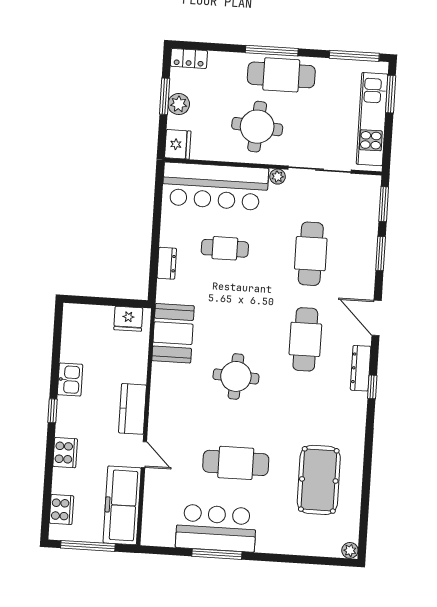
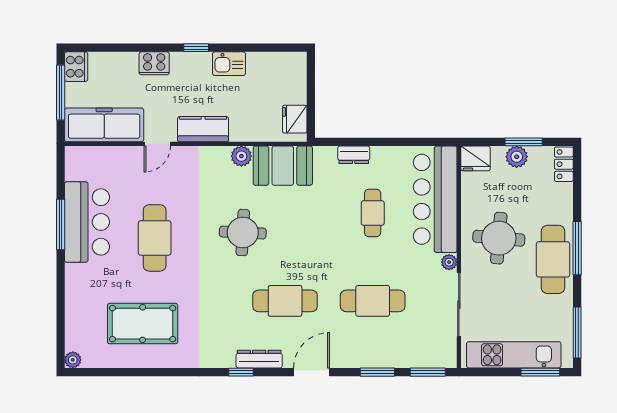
plant: (161, 373) -> (241, 156), added
cooker: (61, 509) -> (76, 67), moved, turned -90

